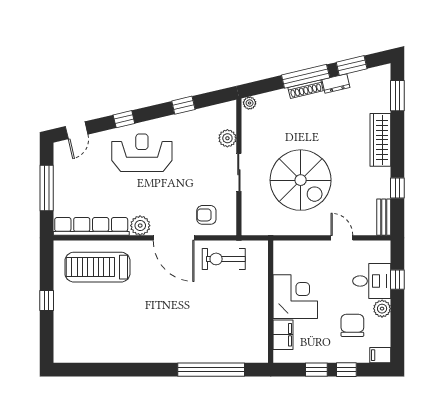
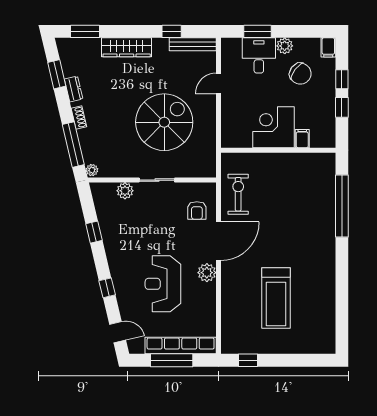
window: (306, 76) -> (73, 145), moved
shoe rack: (306, 89) -> (79, 118), width x0.70
reception desk: (142, 153) -> (163, 284), moved
bench: (384, 217) -> (193, 44), width x1.36
row of seats: (91, 226) -> (181, 346), moved, turned 90
exercise bike: (224, 259) -> (238, 194), turned 180
treadmill: (97, 267) -> (276, 298), moved
window: (397, 280) -> (258, 31), width x1.50
window: (47, 301) -> (248, 360), moved
chair: (352, 325) -> (300, 74), turned -143
filing cabinet: (283, 335) -> (302, 139), width x0.50

